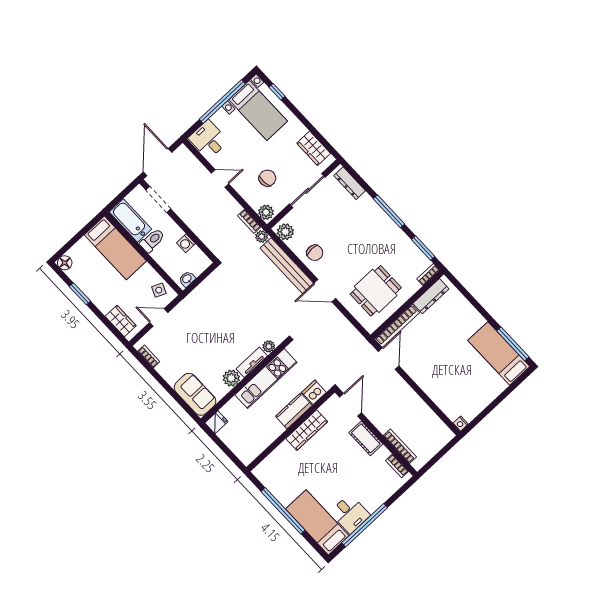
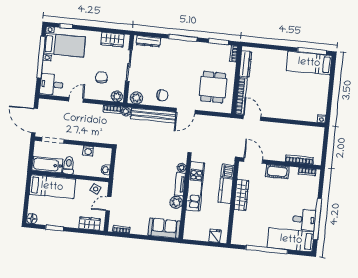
fridge: (216, 422) -> (215, 236), moved

